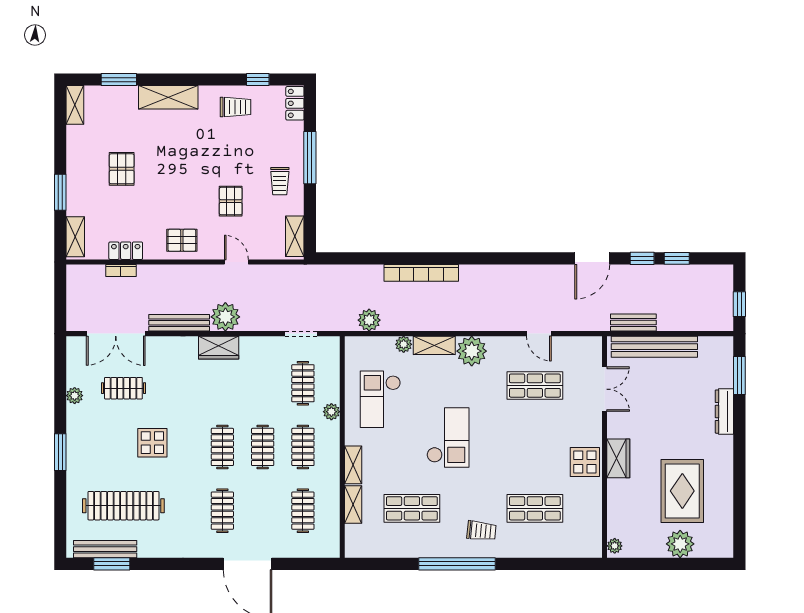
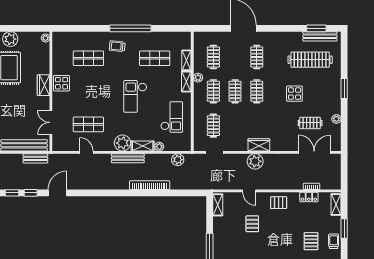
trolley: (280, 181) -> (334, 241), moved
bench: (179, 323) -> (128, 158), moved
plant: (331, 412) -> (198, 78), moved

